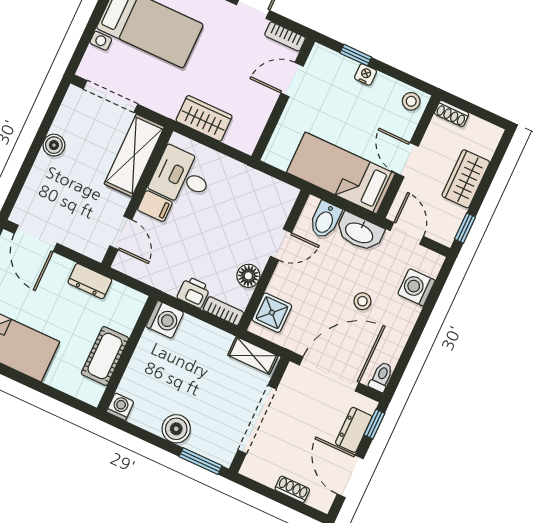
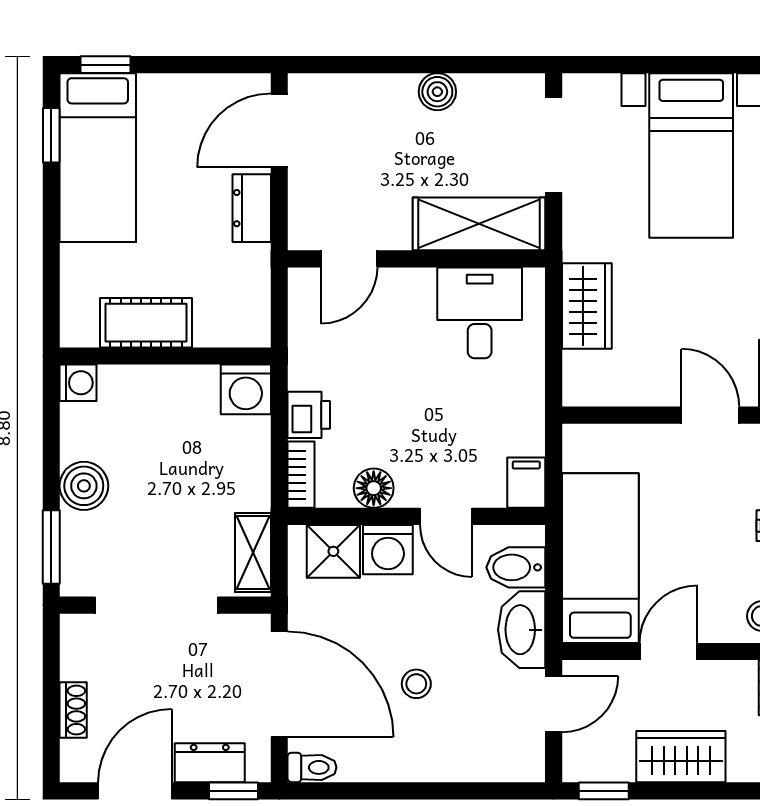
filing cabinet: (155, 206) -> (526, 483), moved, turned 180
dresser: (90, 281) -> (252, 208), moved
washing machine: (416, 287) -> (388, 550), moved, turned 180

